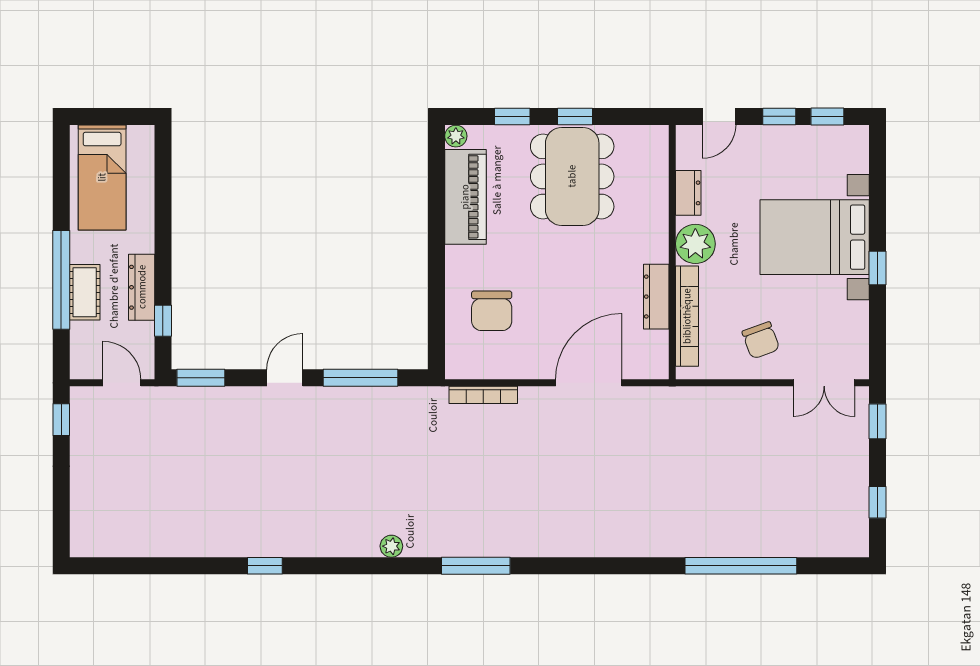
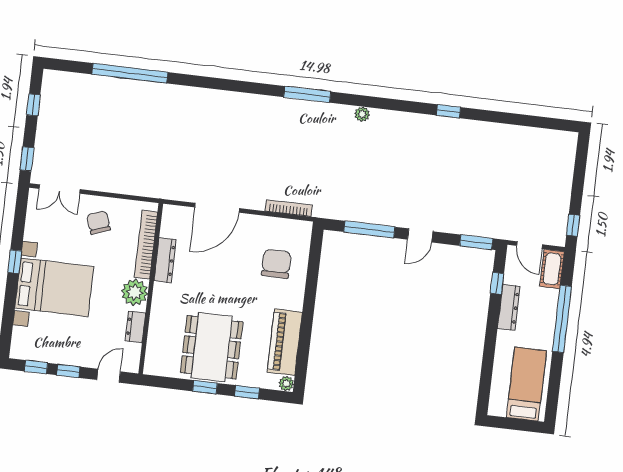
cot: (85, 292) -> (552, 269), moved
double door: (824, 383) -> (60, 189), swing flipped

